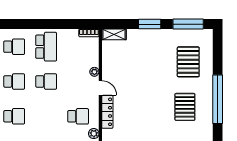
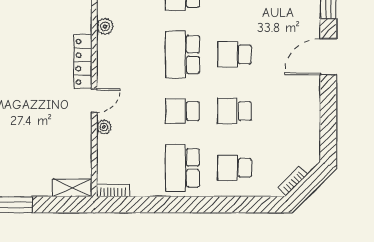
door: (100, 88) -> (94, 101), swing flipped
school desk: (78, 116) -> (182, 55), moved, width x1.85

